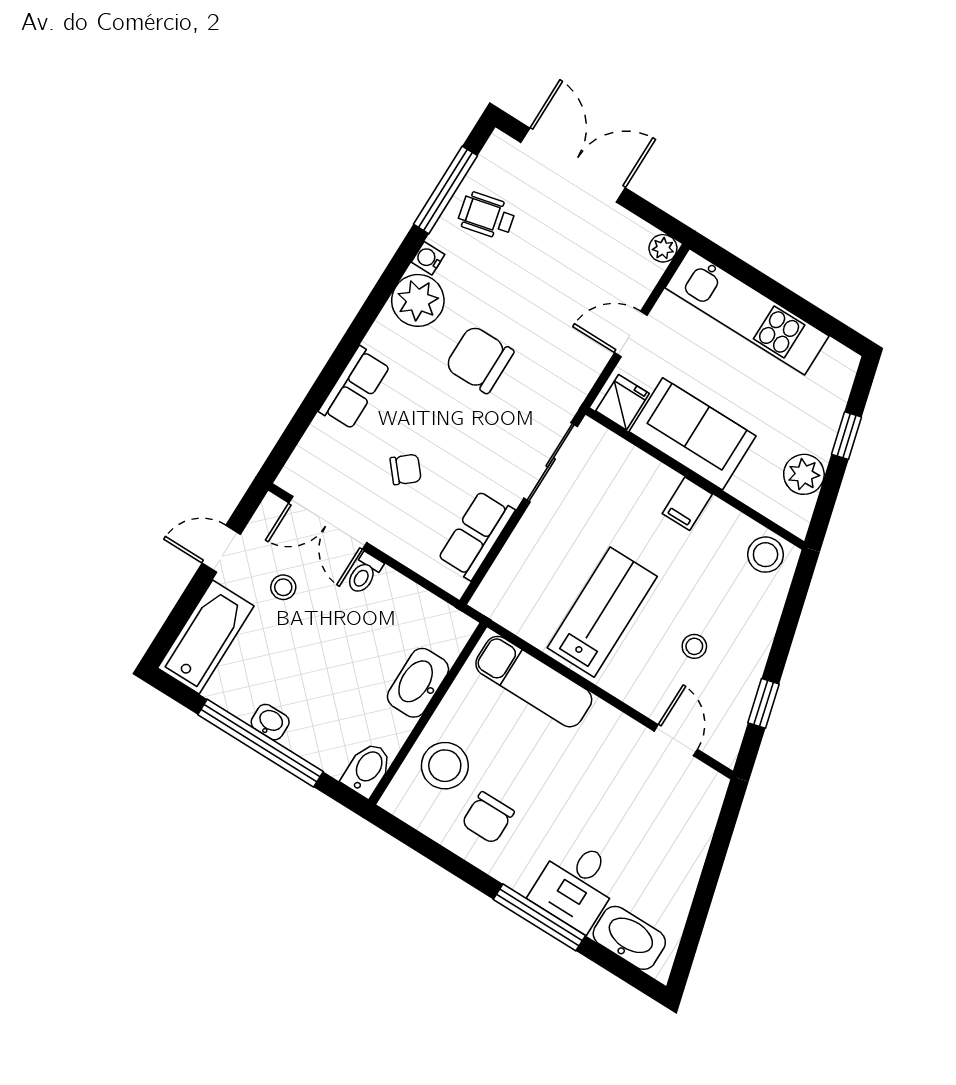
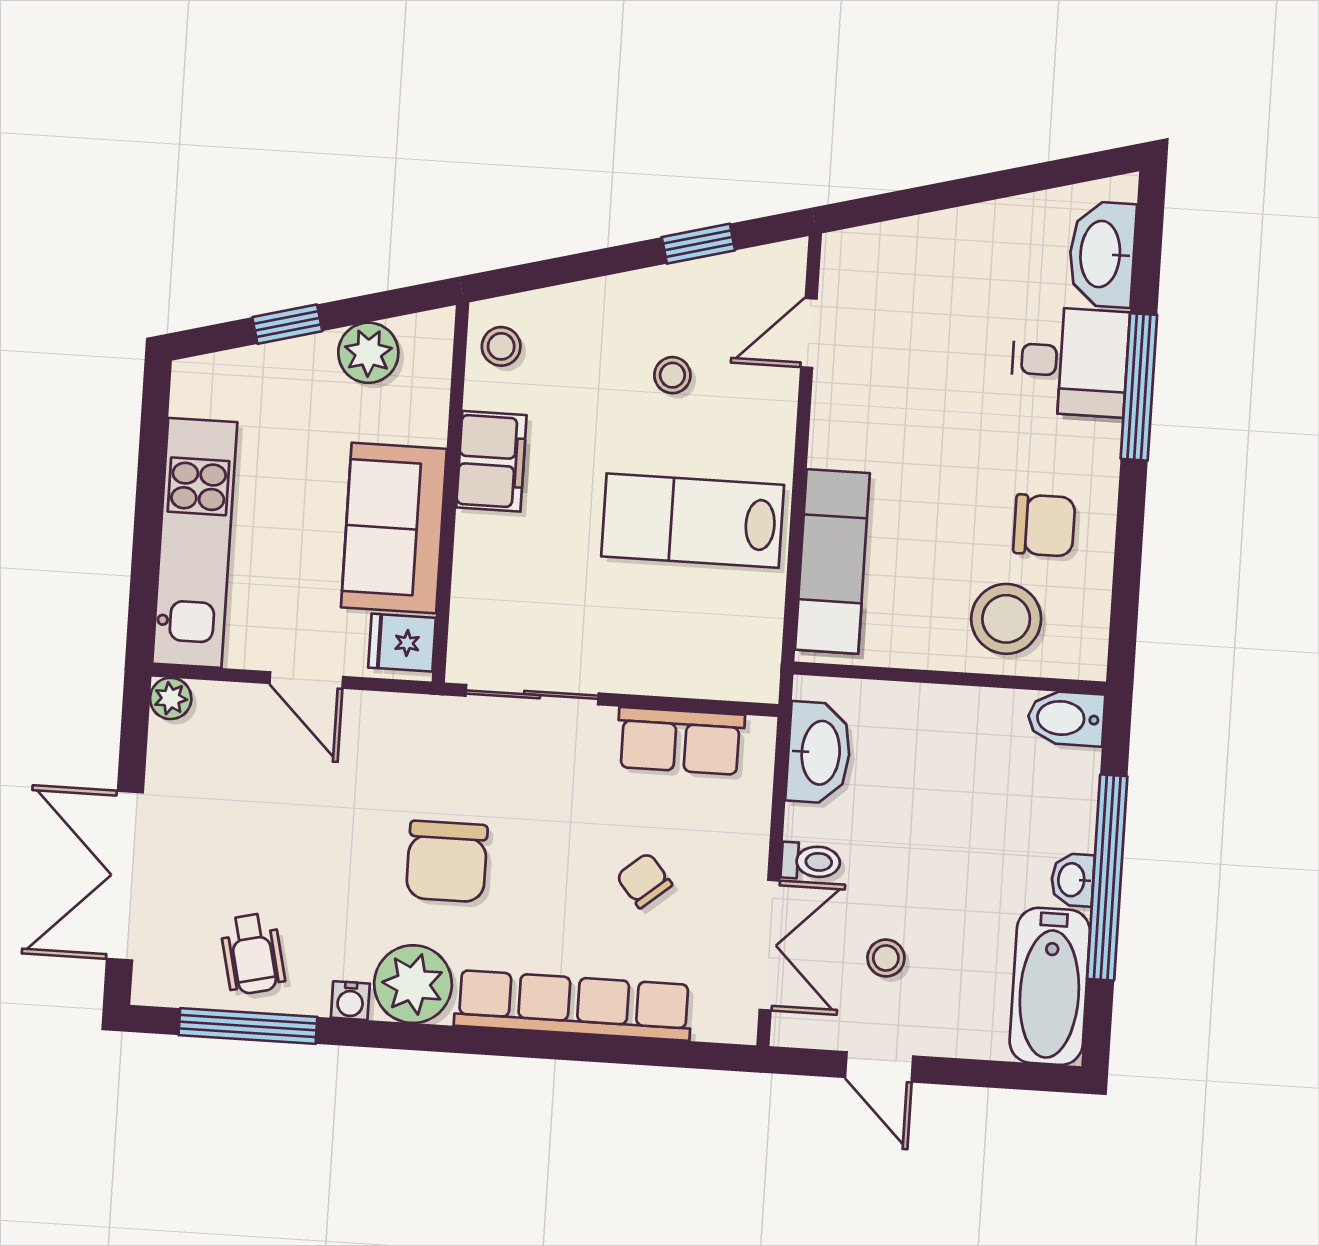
row of seats: (354, 388) -> (573, 1005), width x2.02
filing cabinet: (687, 504) -> (491, 461), width x2.00
stool: (766, 555) -> (501, 346), width x0.73, depth x0.73
bathtub: (206, 637) -> (1050, 986), moved, turned -90
washbasin: (418, 683) -> (819, 753), moved, turned -90

